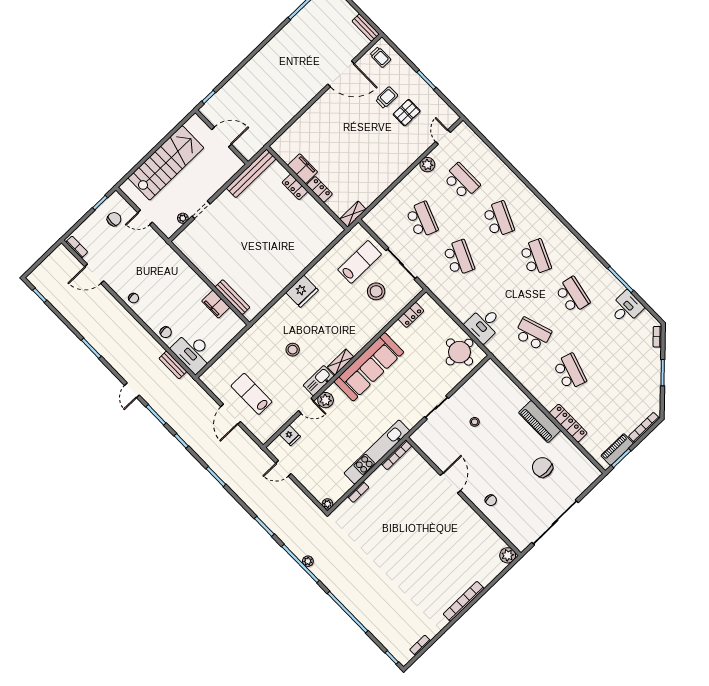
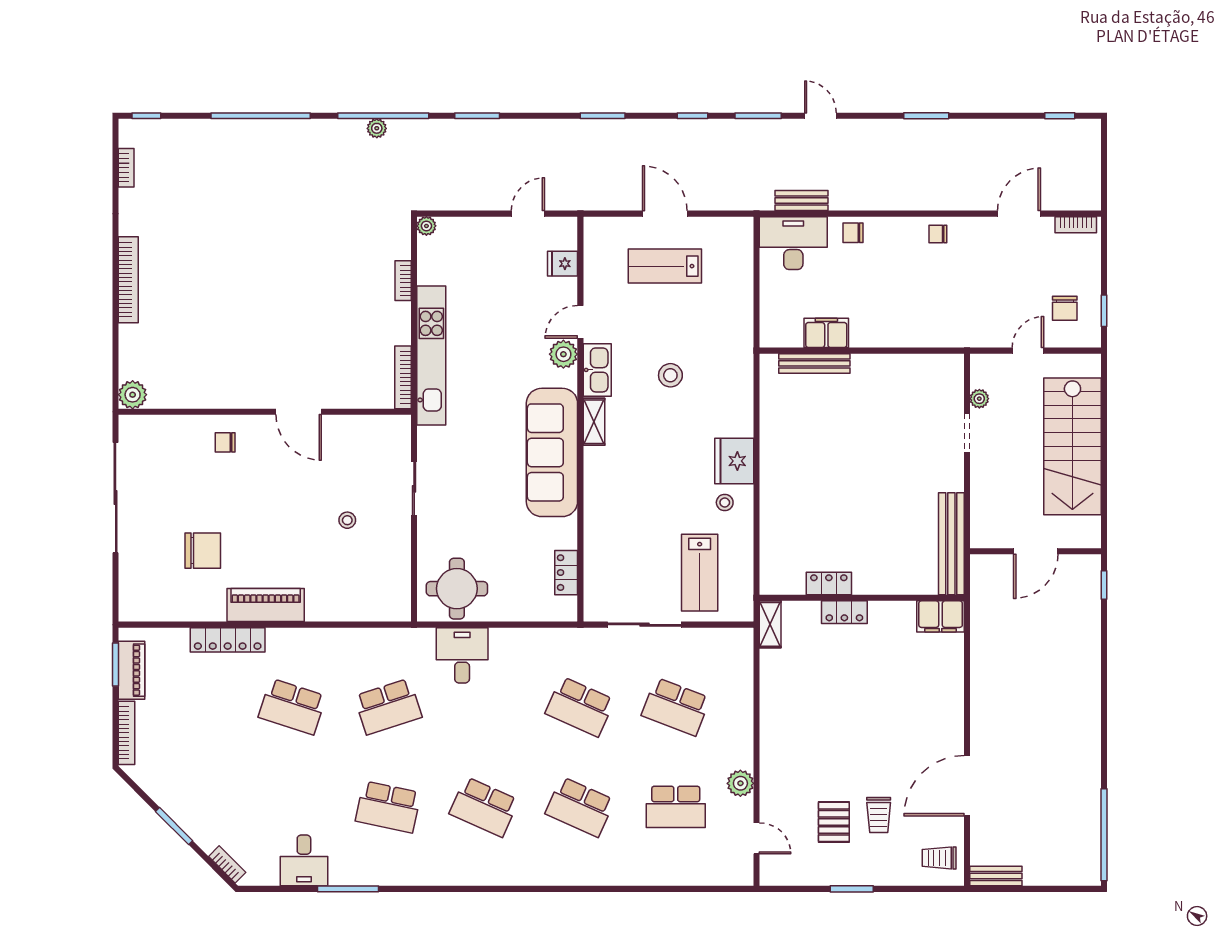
filing cabinet: (303, 169) -> (941, 616), moved
locker: (295, 187) -> (829, 583), moved
stool: (376, 291) -> (725, 502), moved, width x0.53, depth x0.53
lab bench: (251, 394) -> (665, 266), turned 180

